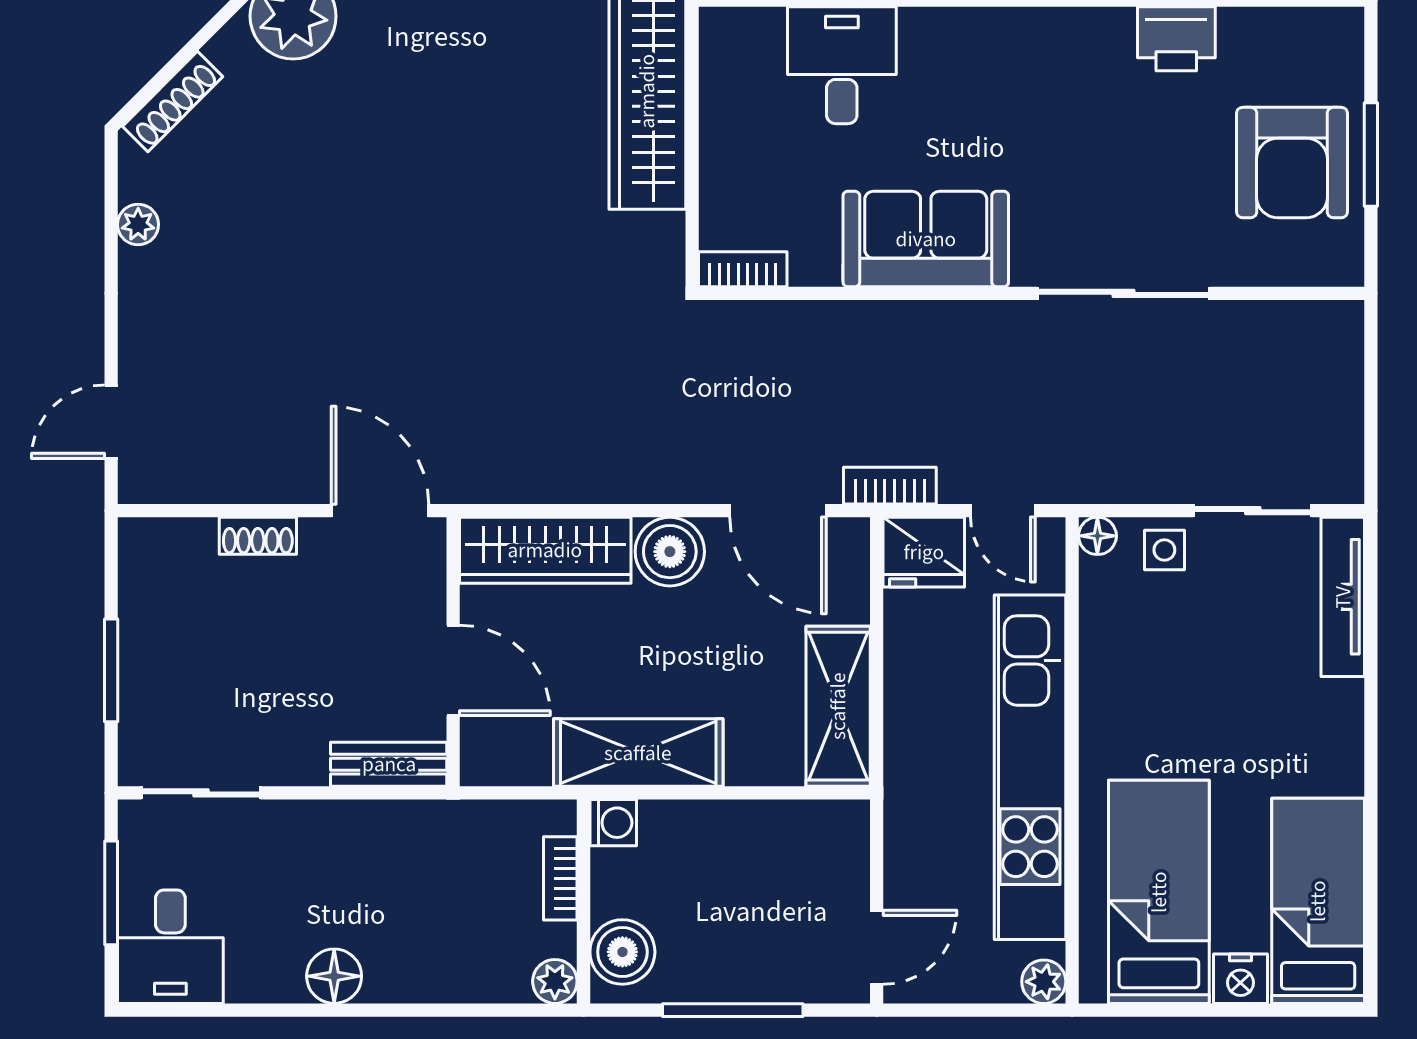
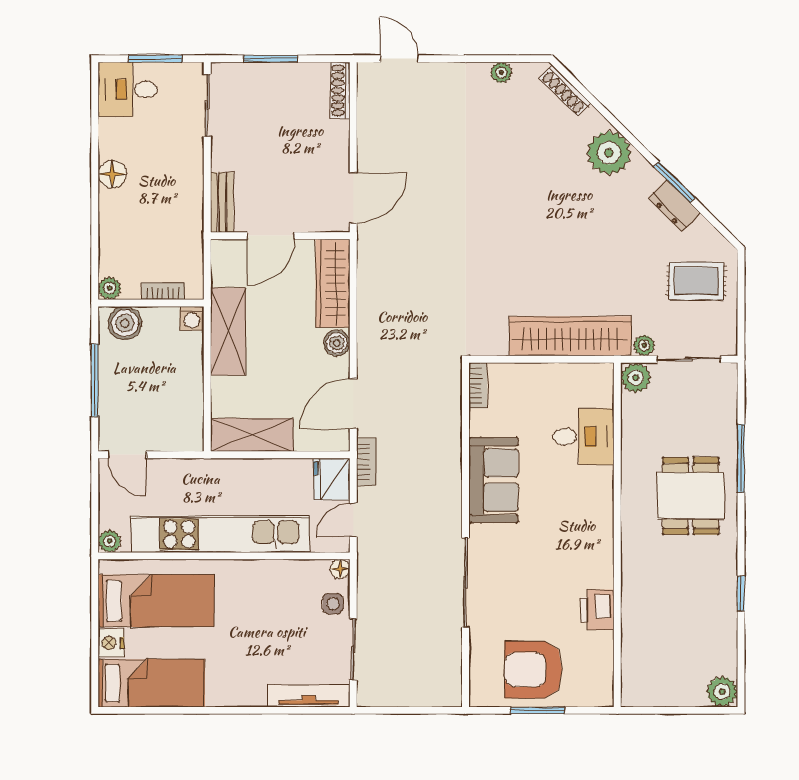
shoe rack: (258, 536) -> (340, 90), moved, width x1.43
boiler: (670, 552) -> (337, 343), width x0.73, depth x0.73

